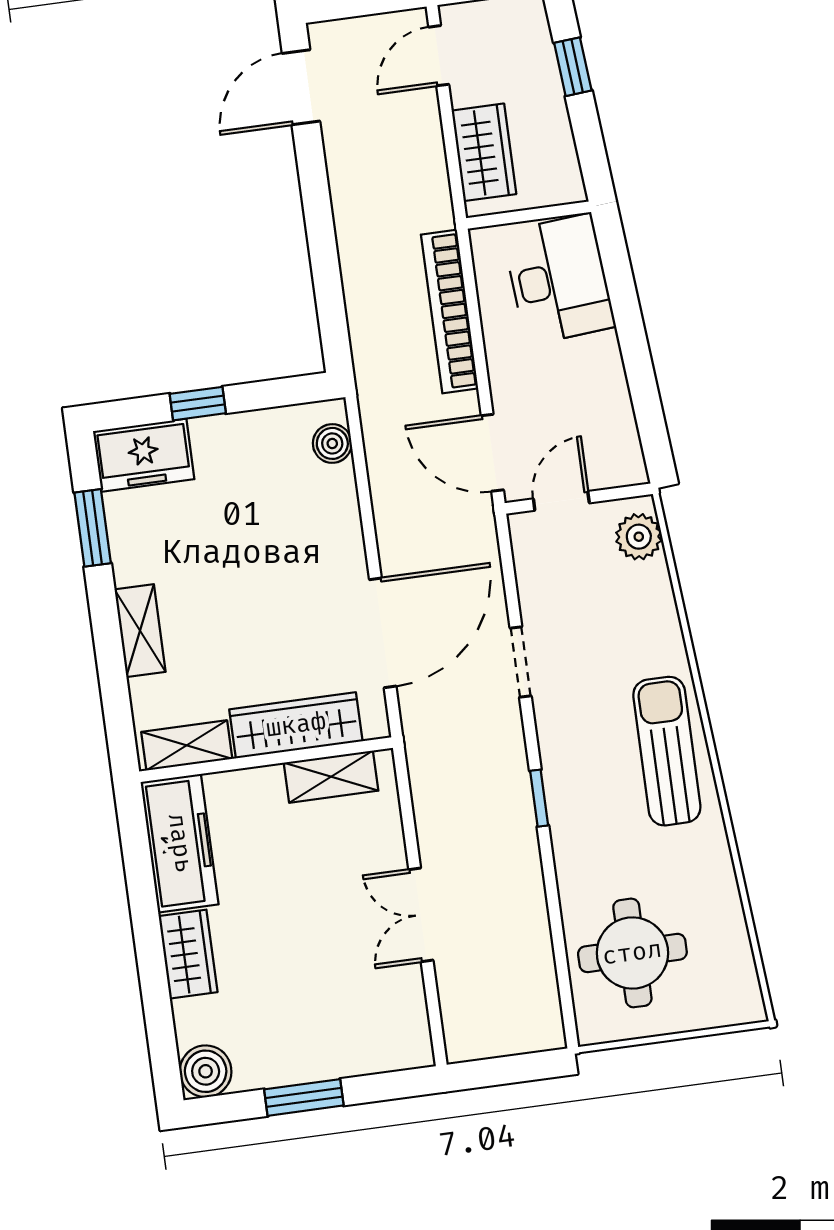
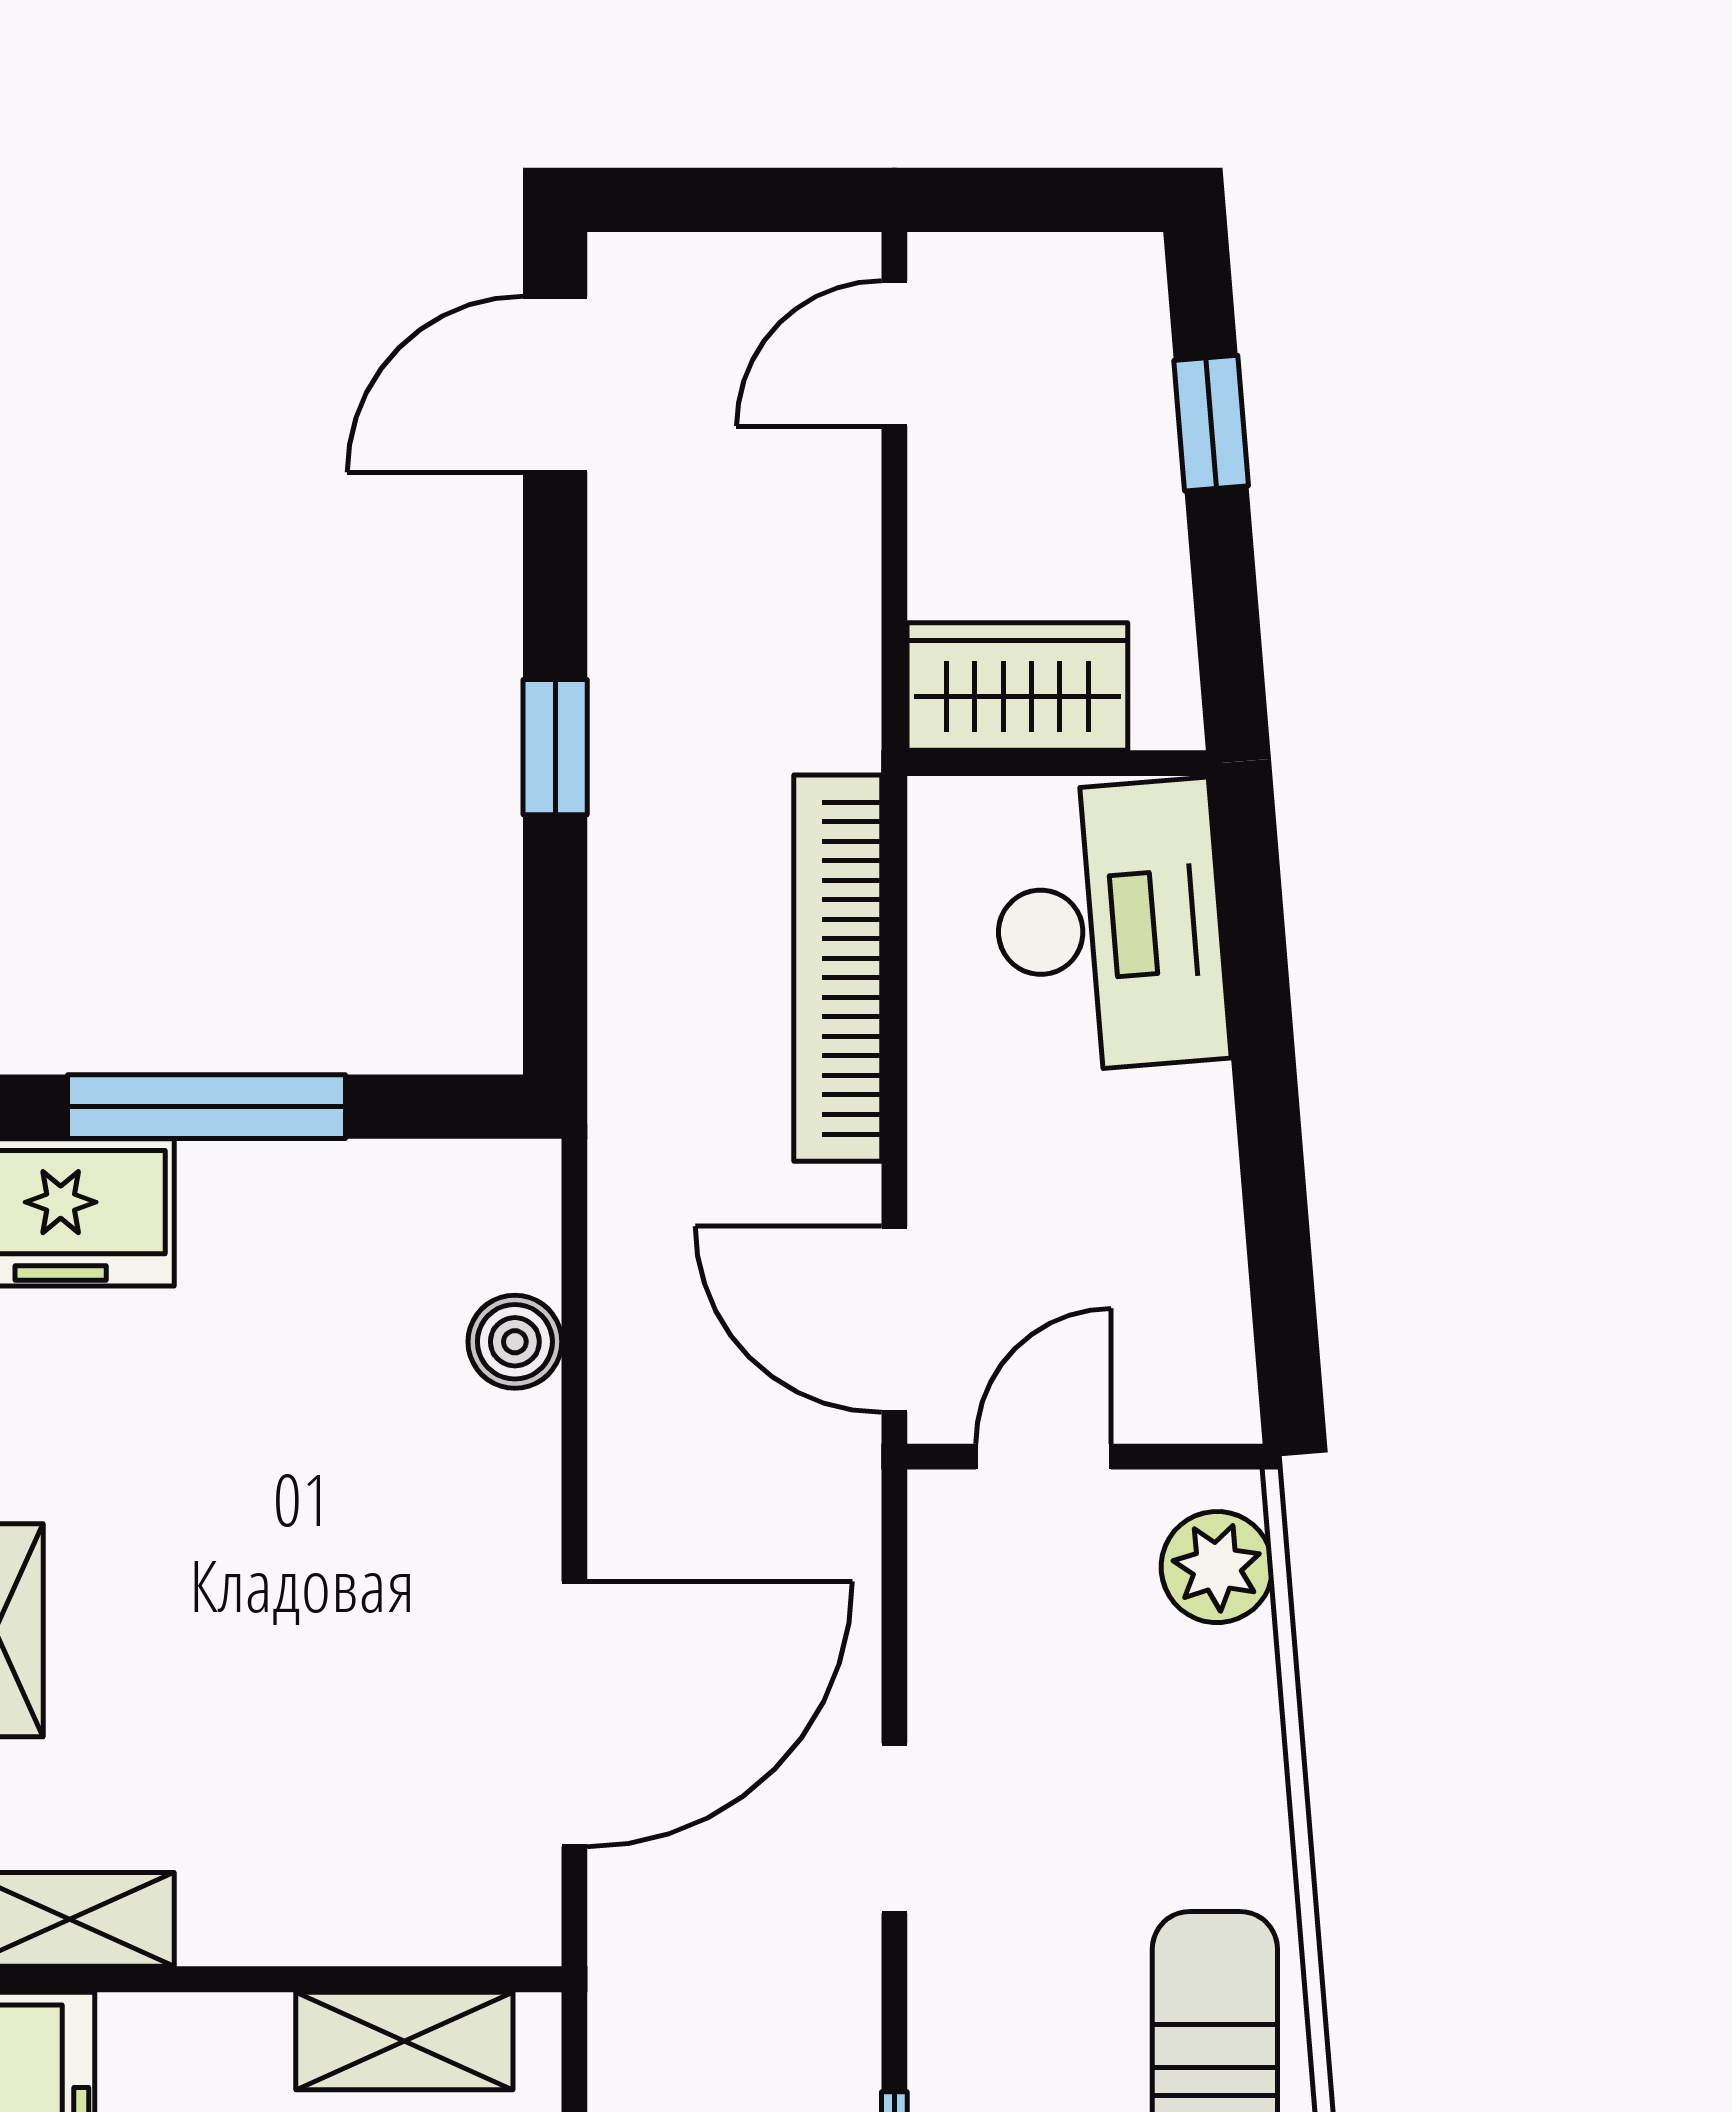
wardrobe: (484, 152) -> (1017, 686), moved, turned -90
window: (321, 236) -> (555, 747), added
window: (198, 404) -> (207, 1107), width x2.17
boiler: (332, 443) -> (515, 1342), moved
wardrobe: (296, 725) -> (337, 1907), removed

